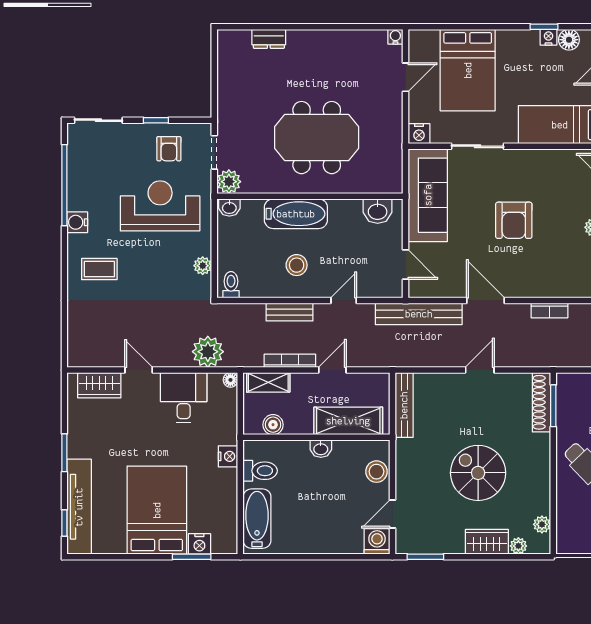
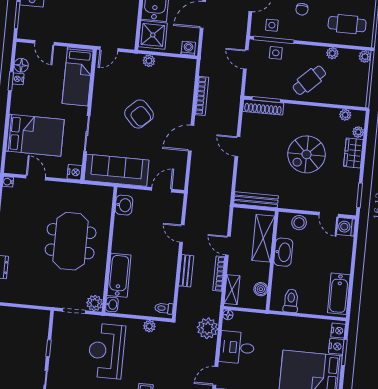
armchair: (169, 149) -> (69, 341), removed
bathtub: (296, 214) -> (119, 275), moved
armchair: (514, 220) -> (139, 114), turned 47
stool: (297, 265) -> (155, 263), removed
bookcase: (549, 310) -> (202, 96), width x1.56
bench: (419, 314) -> (196, 184), removed
washbasin: (321, 449) -> (283, 252), width x1.91, depth x1.45
nightstand: (228, 456) -> (338, 331), moved, turned 90
bathtub: (257, 519) -> (339, 294), moved, turned -90

